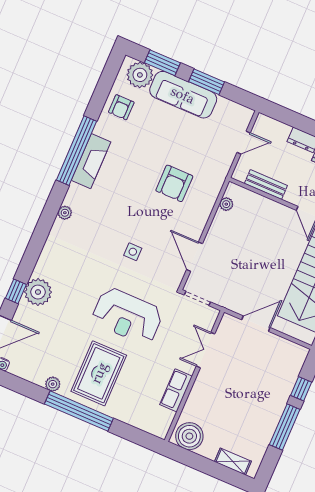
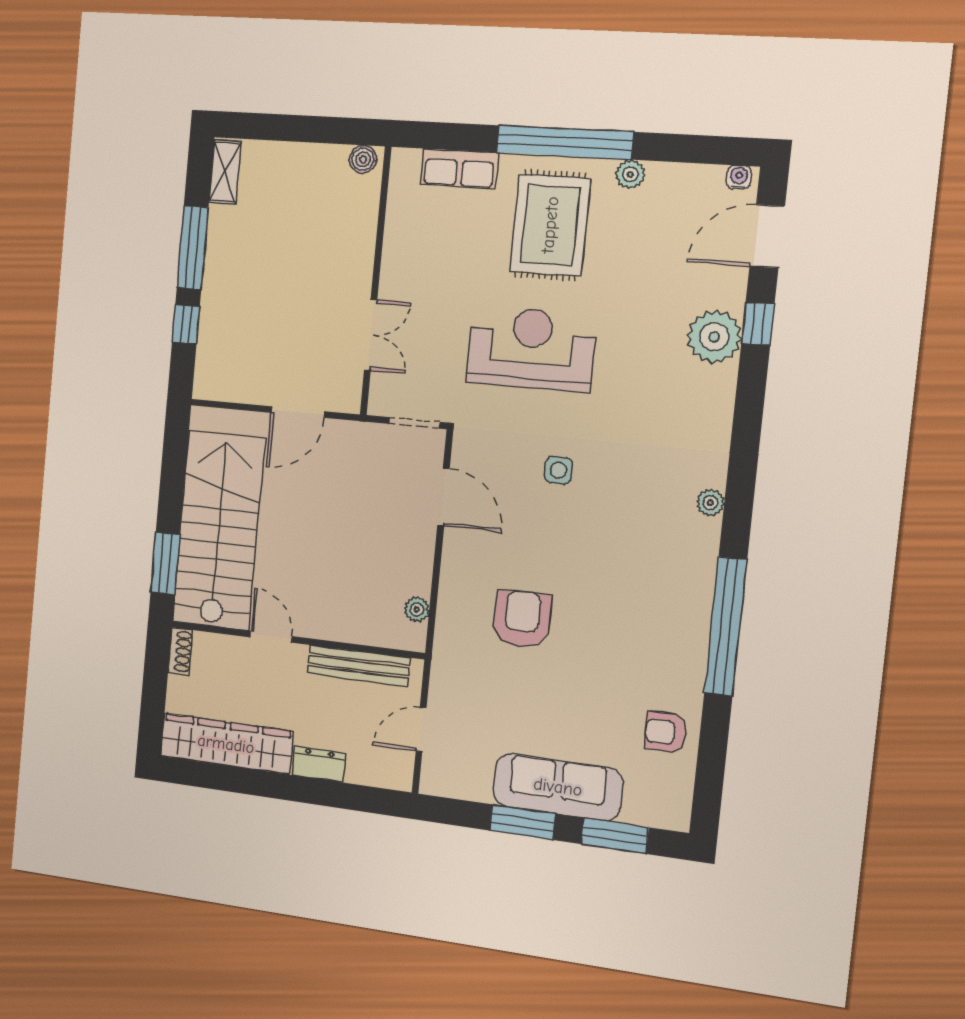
plant: (140, 75) -> (650, 802), removed
armchair: (121, 107) -> (666, 732), turned -90
fireplace: (91, 161) -> (691, 615), removed
bench: (266, 185) -> (358, 666), width x1.36
row of seats: (176, 390) -> (459, 169), moved, turned 90
boiler: (189, 436) -> (363, 159), width x0.54, depth x0.54
shelving: (233, 461) -> (225, 172), moved, turned 90

